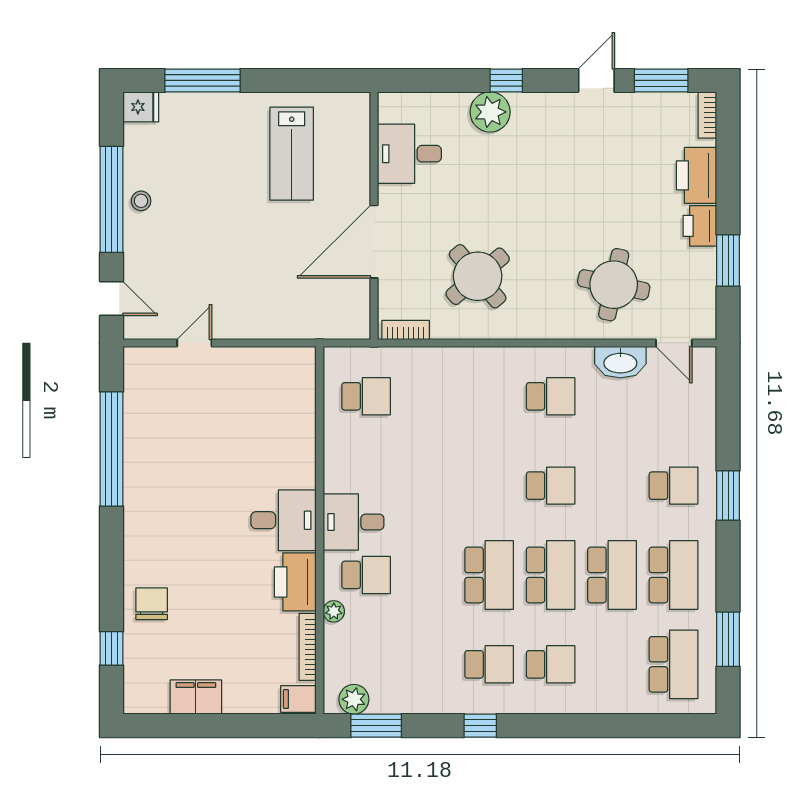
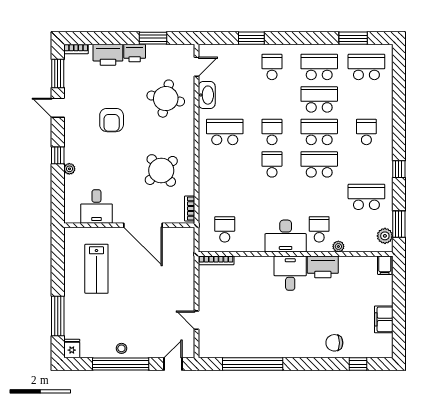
plant: (490, 112) -> (69, 169), width x0.53, depth x0.53
lab bench: (292, 154) -> (96, 269), turned 90
armchair: (573, 182) -> (112, 120), added
school desk: (551, 396) -> (225, 132), width x1.85
school desk: (489, 486) -> (272, 164), added
window: (728, 495) -> (251, 38), moved
desk: (353, 522) -> (286, 236), width x1.37
bookcase: (308, 647) -> (216, 260), moved
school desk: (489, 664) -> (366, 197), moved, width x1.85

